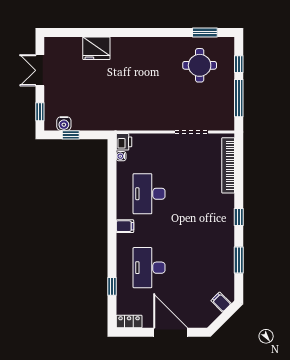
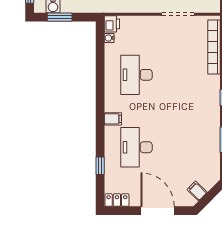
window: (71, 135) -> (60, 17), width x1.50
filing cabinet: (125, 226) -> (113, 119), moved
filing cabinet: (221, 302) -> (197, 191), moved

